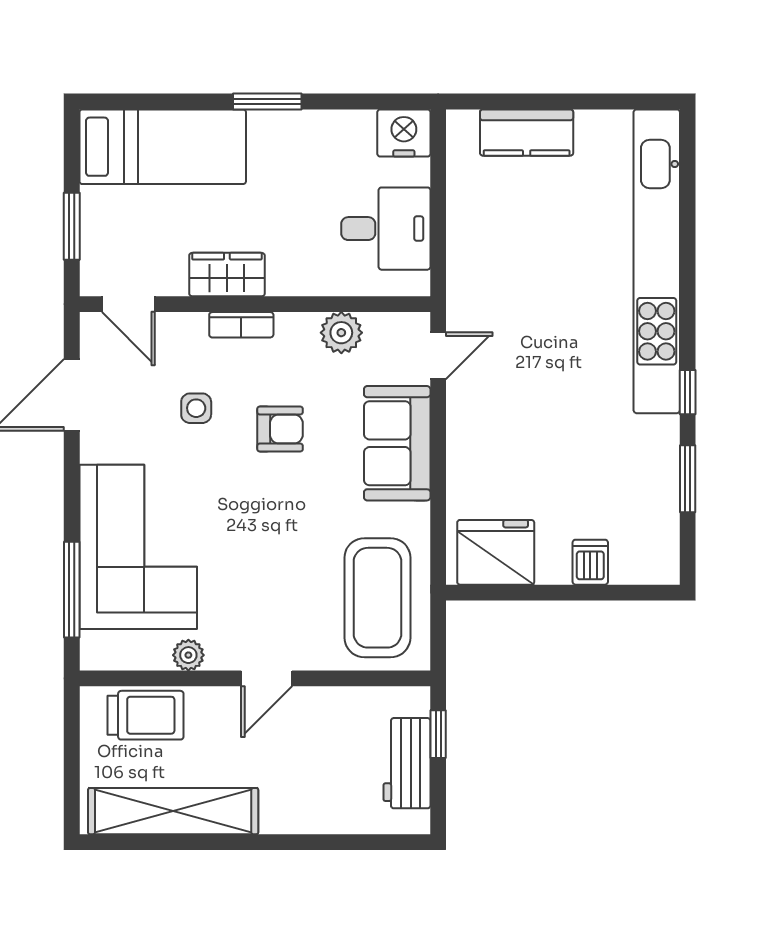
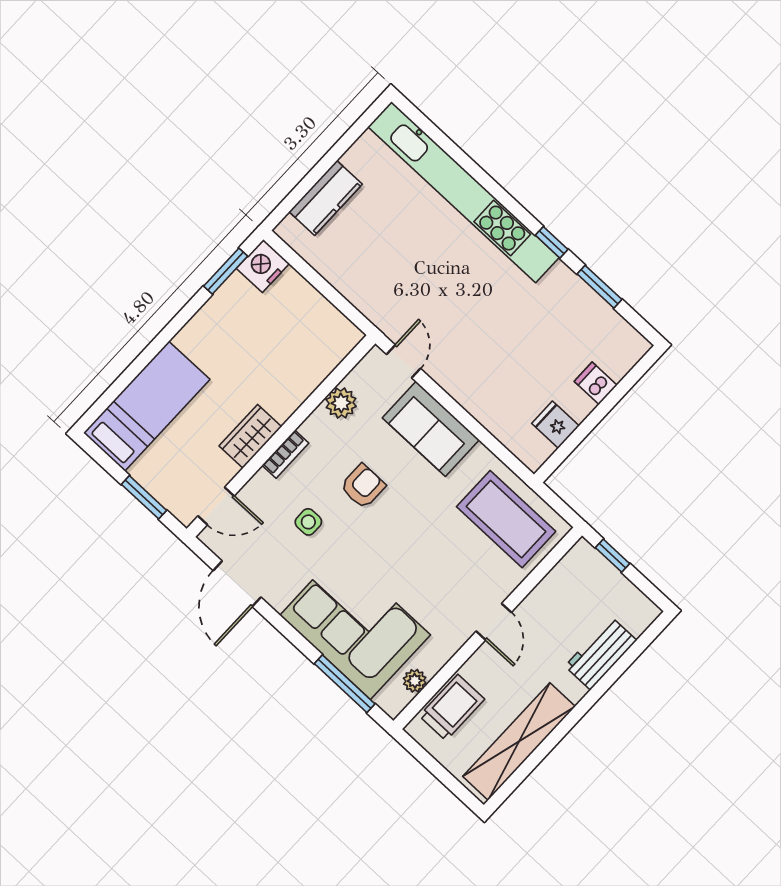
window: (267, 101) -> (226, 271), moved
desk: (386, 229) -> (306, 325), removed
fridge: (496, 552) -> (555, 425), width x0.53, depth x0.75
plant: (188, 655) -> (415, 681), moved
workbench: (407, 763) -> (601, 653), moved, turned 90

